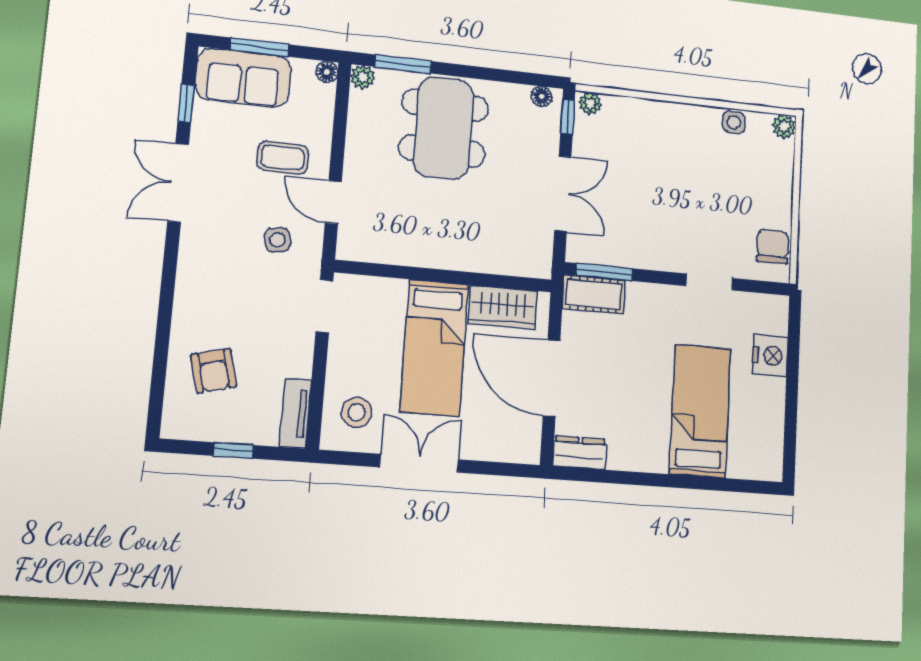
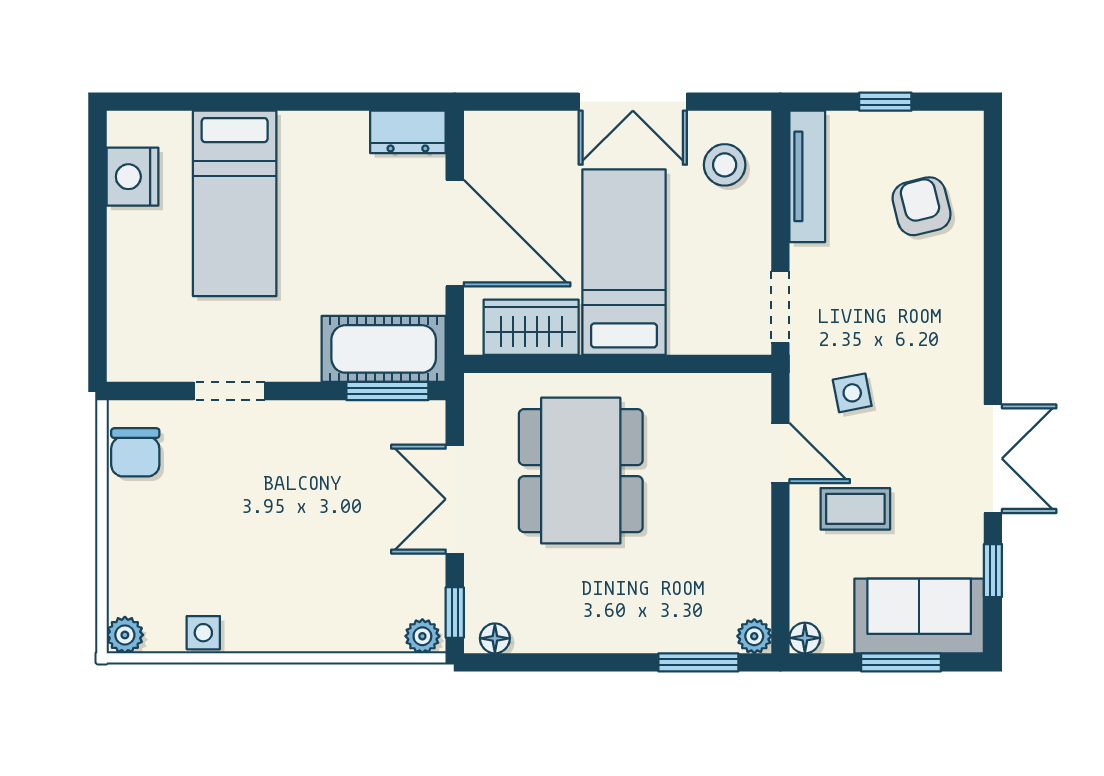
dining table: (444, 128) -> (581, 471), moved
cot: (594, 295) -> (384, 349), width x1.37, depth x1.34
nightstand: (770, 356) -> (133, 177), moved
tv unit: (295, 413) -> (807, 176), width x1.41

